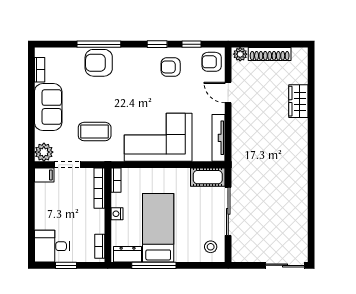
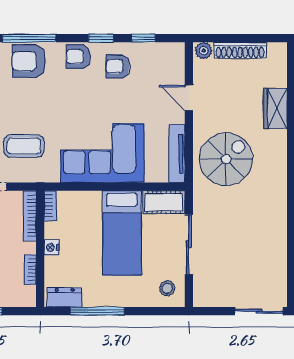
armchair: (212, 62) -> (78, 56), moved
spiral stairs: (258, 142) -> (226, 159), added
bed: (158, 228) -> (122, 233), moved, turned 180
bookcase: (100, 246) -> (30, 270), moved

